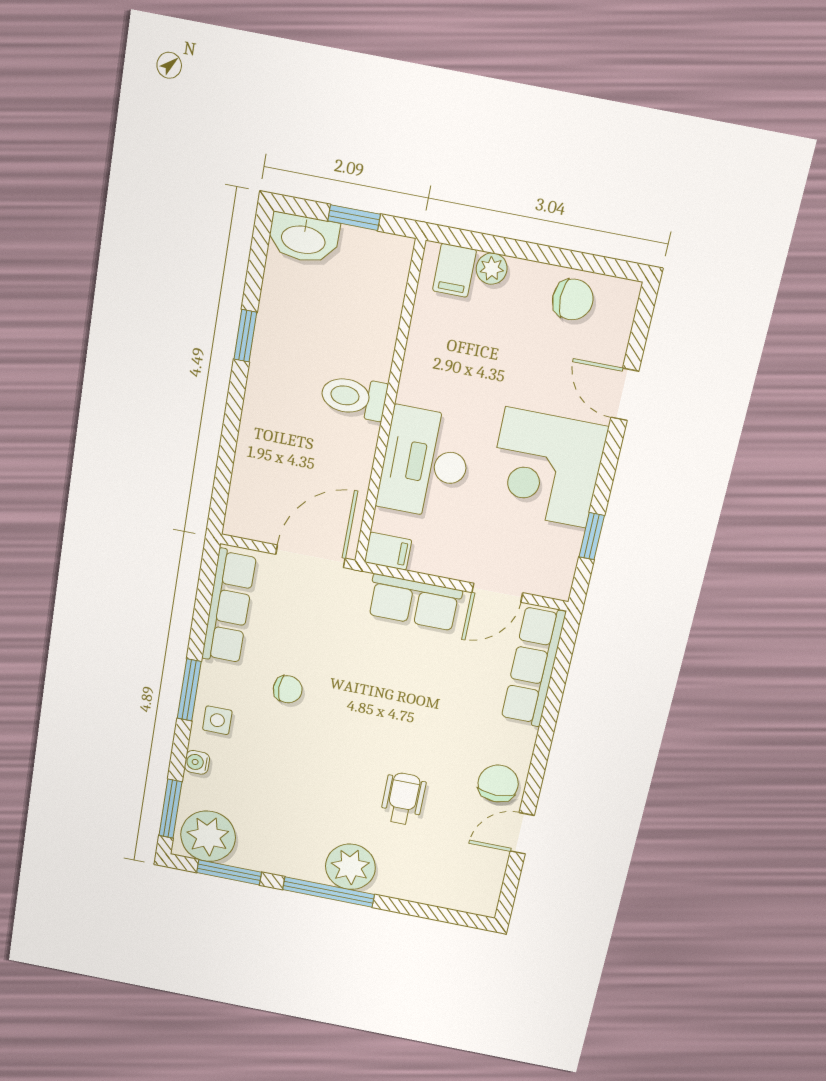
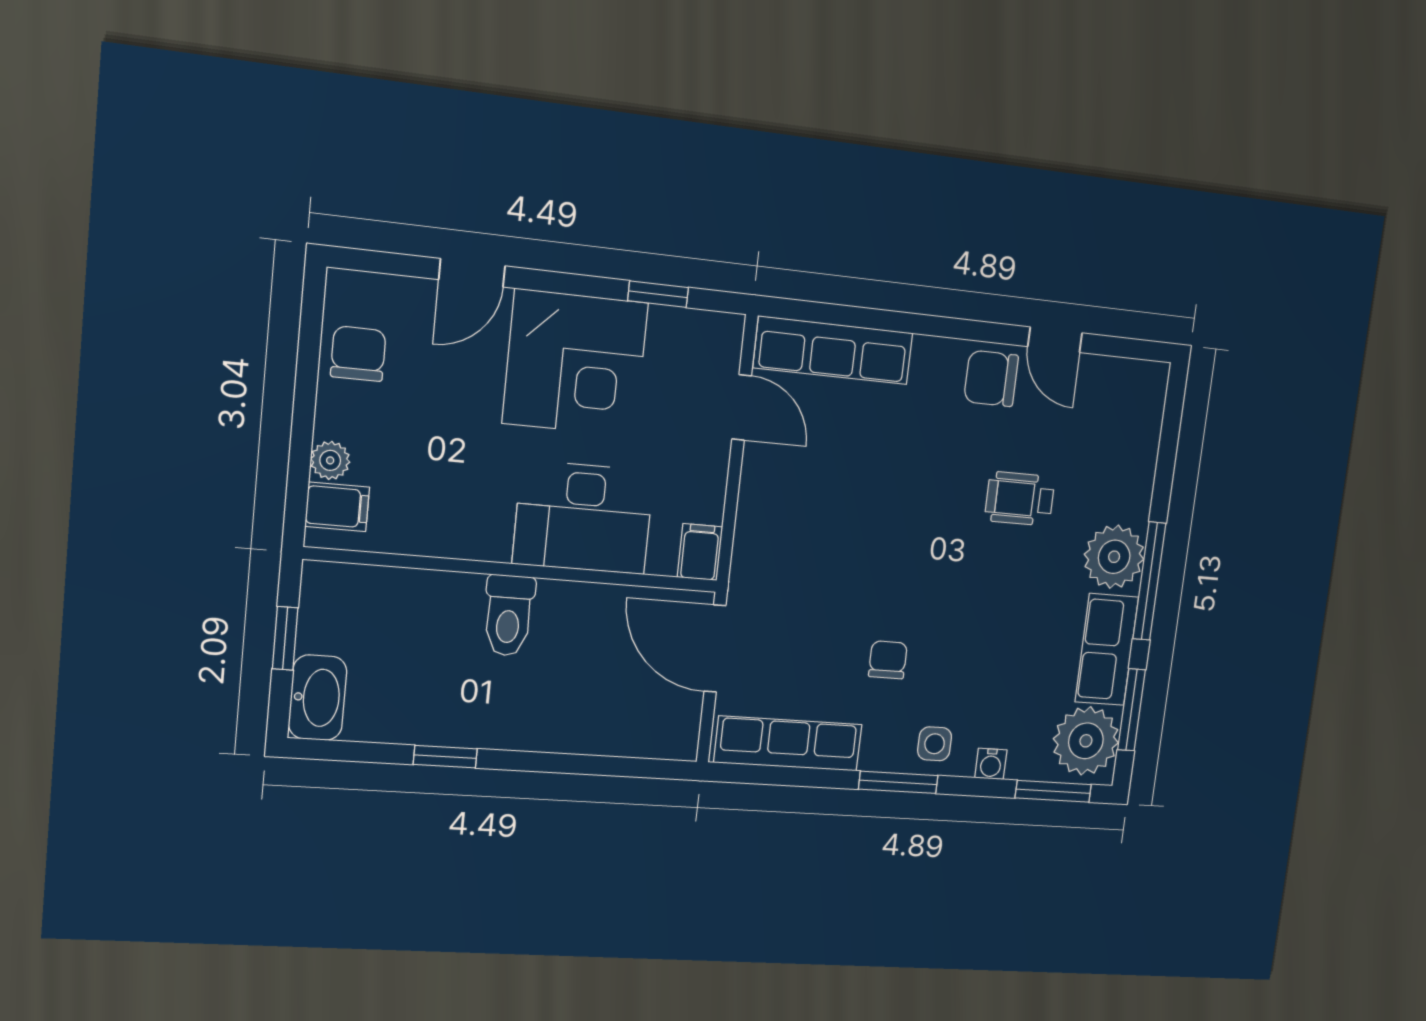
row of seats: (414, 602) -> (1107, 650), moved, turned 180

